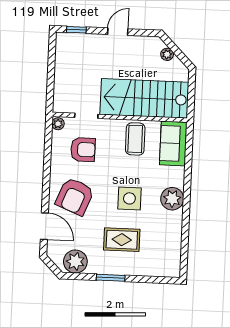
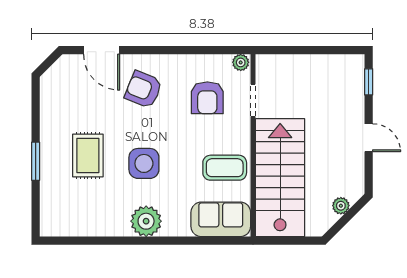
armchair: (75, 196) -> (143, 89), width x0.73, depth x0.73
door: (44, 226) -> (102, 50), hinge flipped
plant: (75, 262) -> (56, 94), removed
window: (111, 278) -> (36, 161), moved

